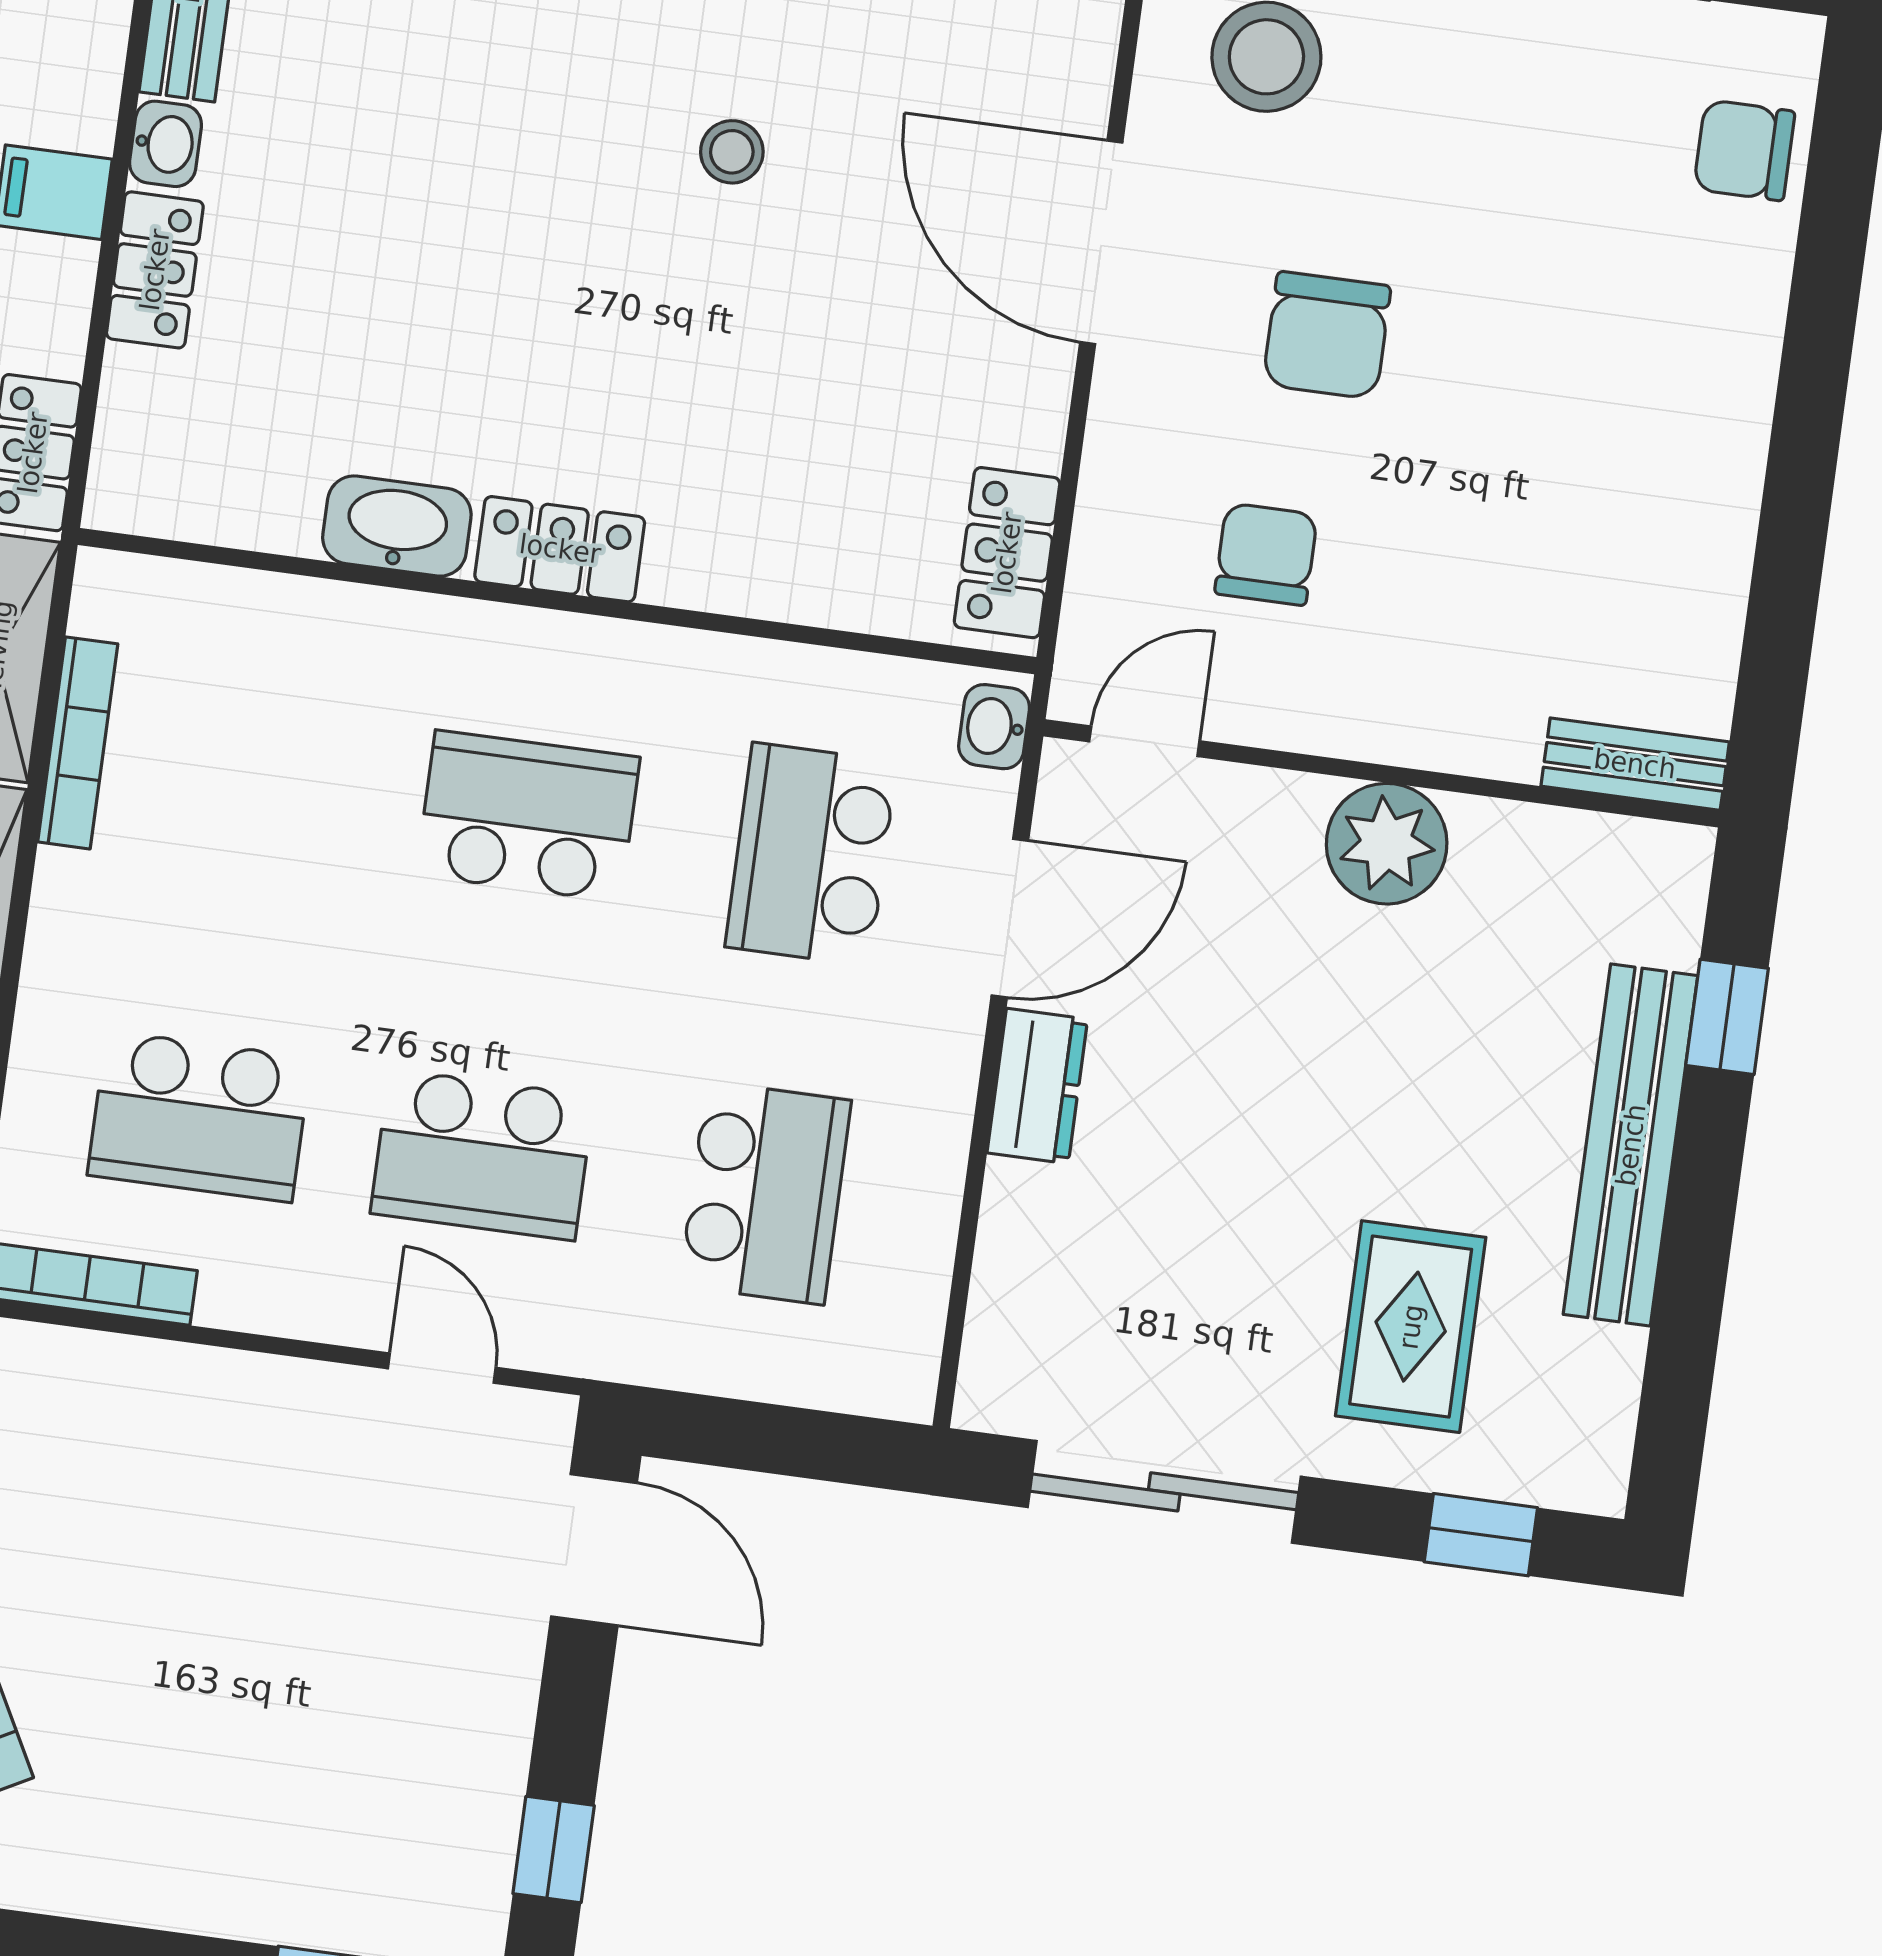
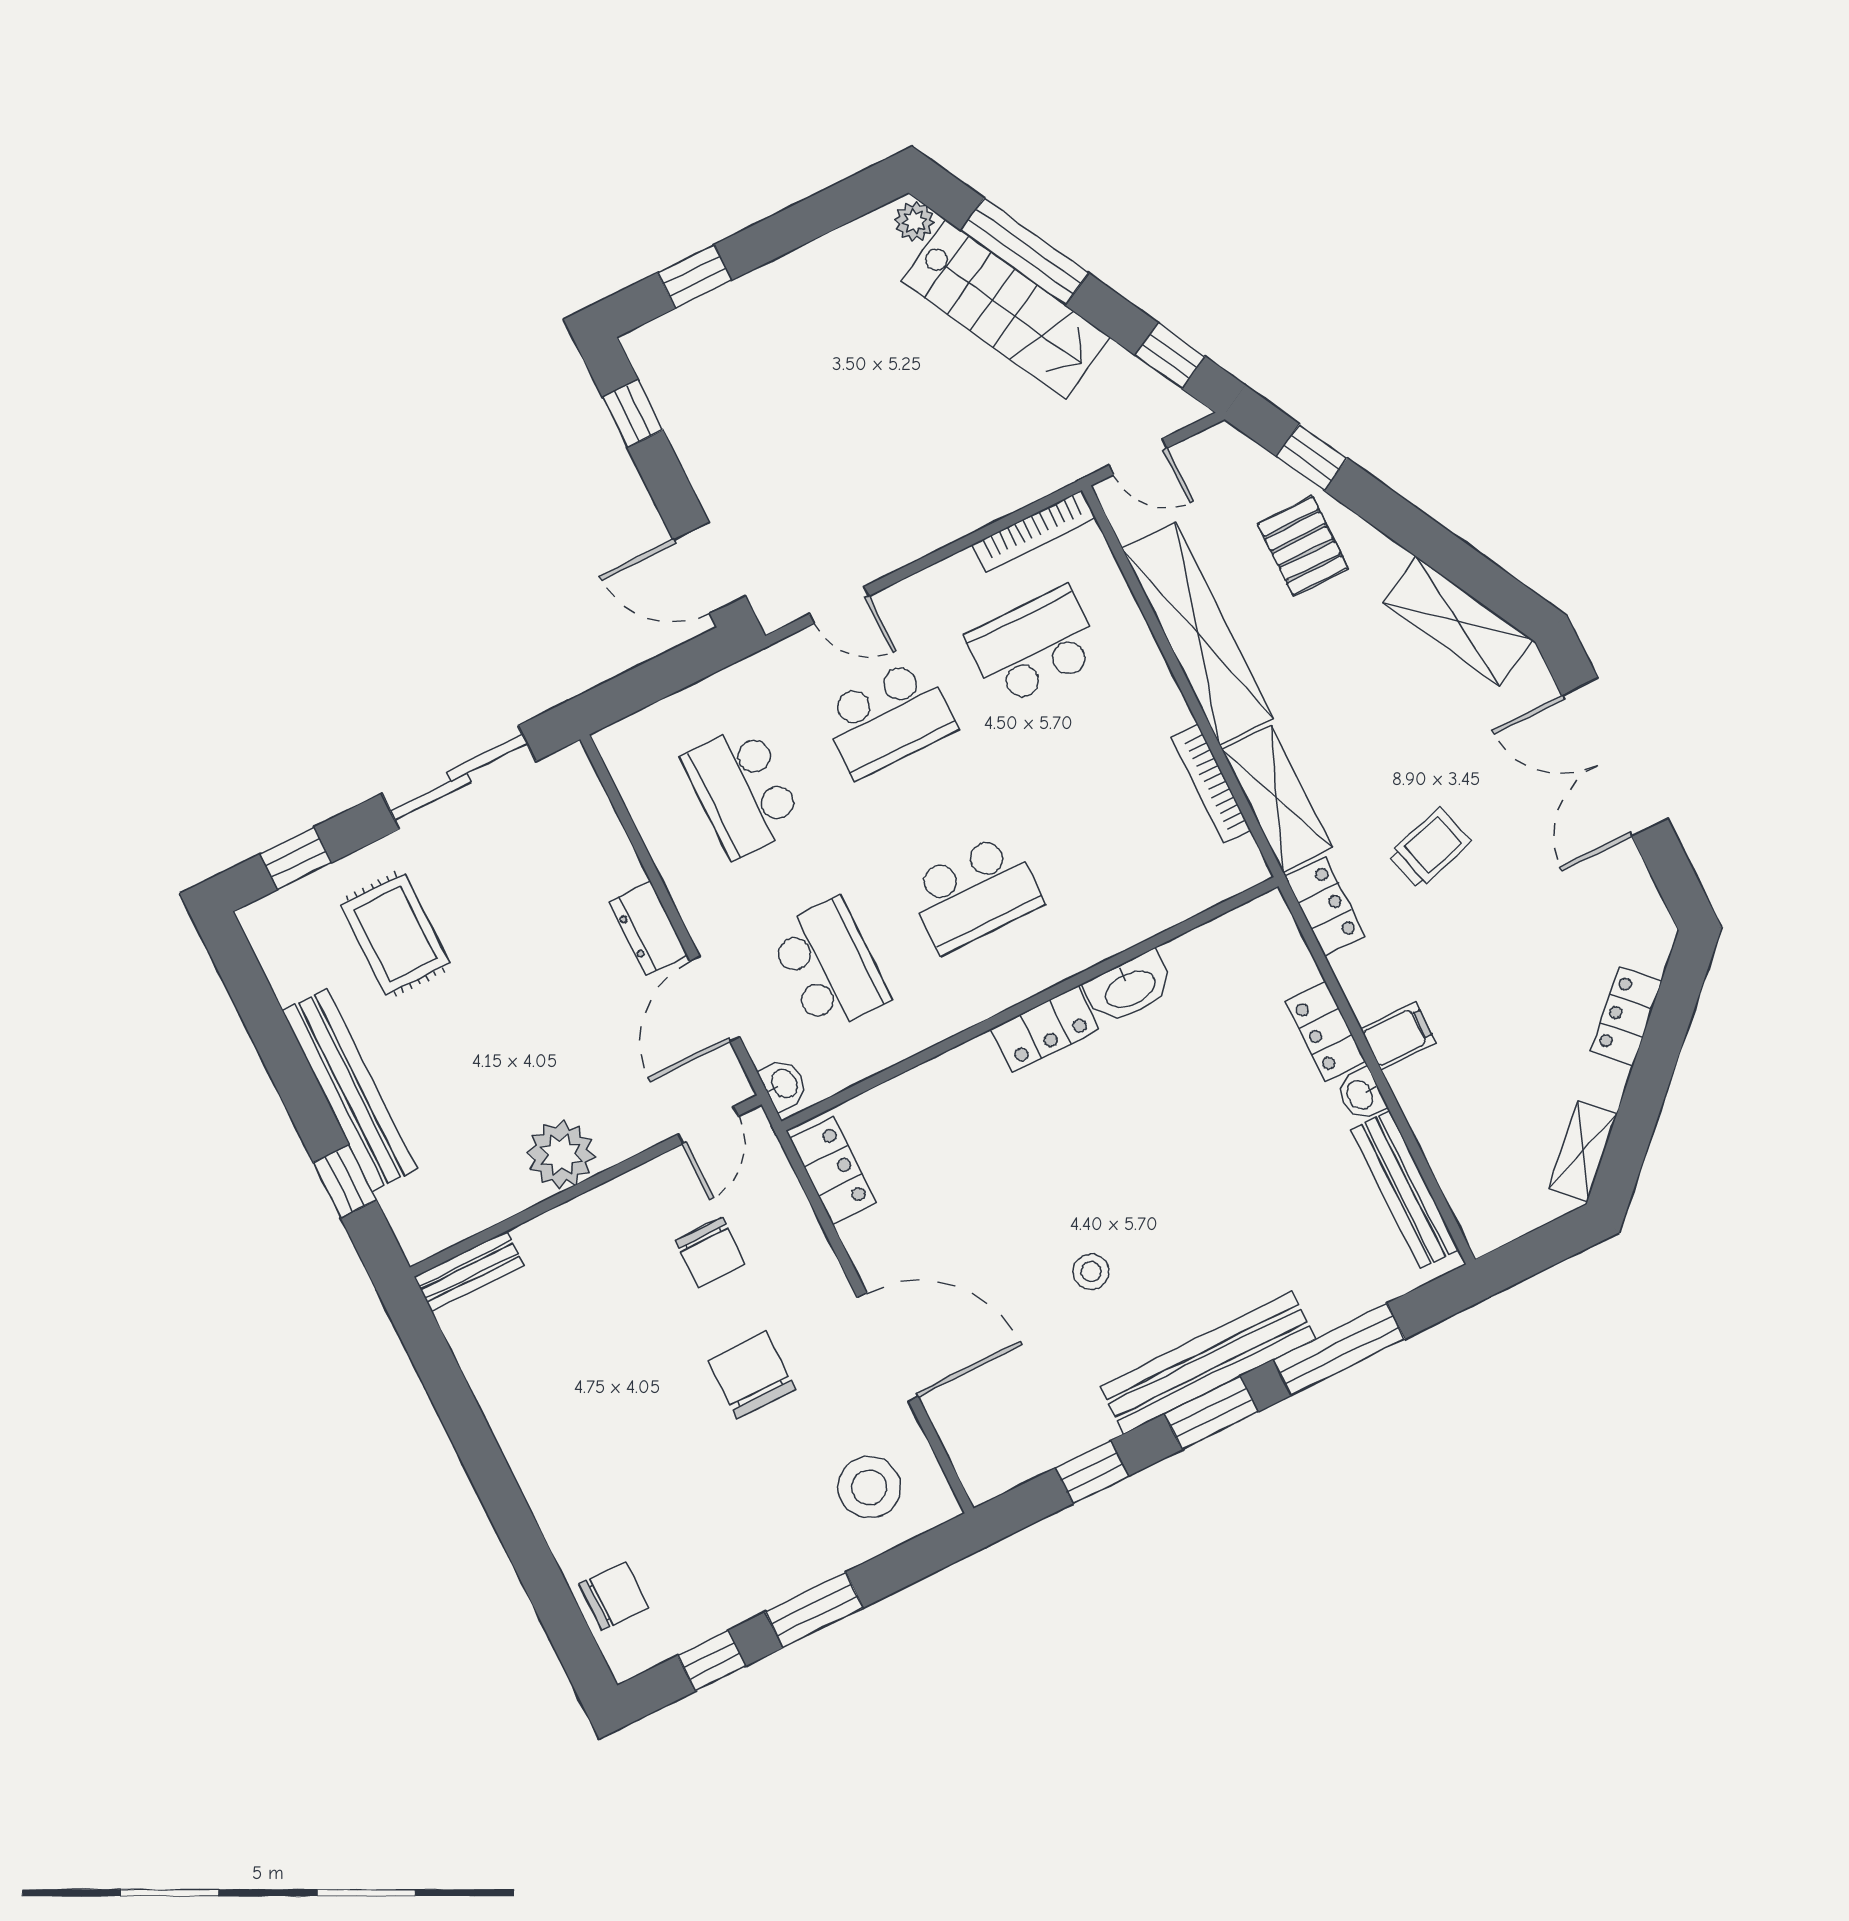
school desk: (482, 1155) -> (888, 719), turned 180

